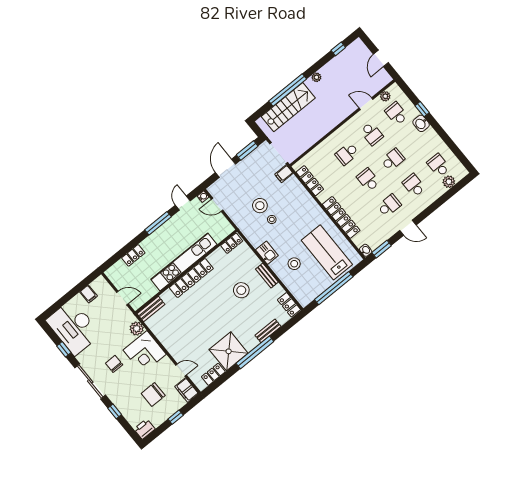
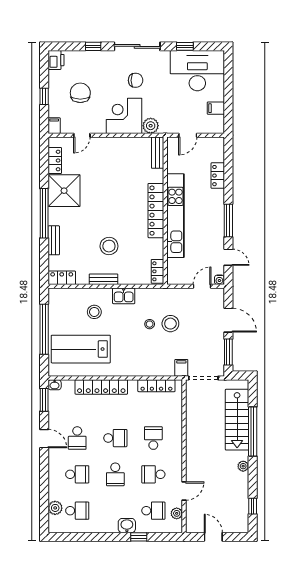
door: (408, 228) -> (44, 439), swing flipped
lab bench: (327, 252) -> (81, 349), turned 180
filing cabinet: (187, 390) -> (54, 126), width x0.50

